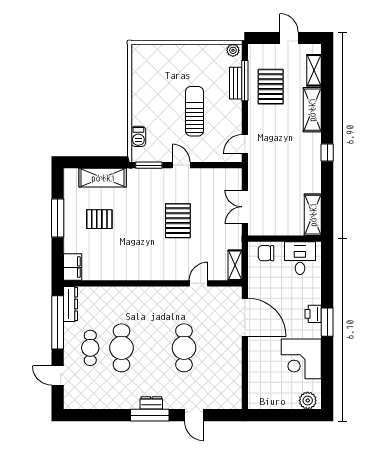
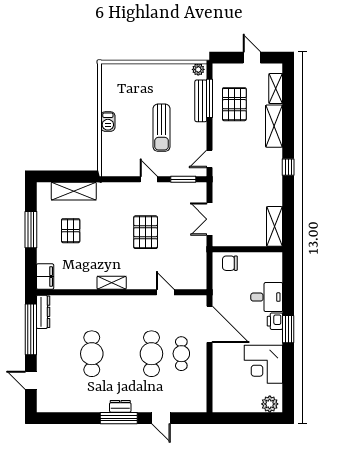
bench: (236, 83) -> (201, 101), width x1.36
sun lounger: (194, 111) -> (162, 128), turned 180
barbecue: (138, 136) -> (108, 122), moved
window: (149, 165) -> (183, 179), moved
pallet: (99, 219) -> (71, 231), turned 90
desk: (300, 258) -> (267, 297), moved, turned 90
shelving: (235, 265) -> (112, 283), moved, turned 90
door: (198, 283) -> (165, 292), hinge flipped
cafe table: (90, 348) -> (181, 354), moved

